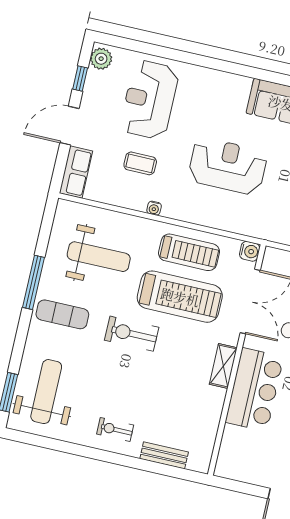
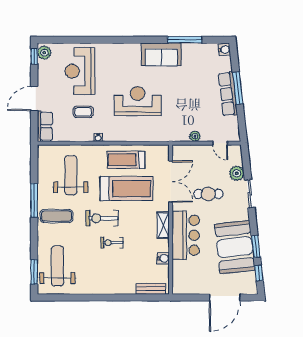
window: (80, 79) -> (34, 56), moved
water cooler: (250, 251) -> (163, 258), moved
treadmill: (189, 252) -> (126, 160), turned 180
weight bench: (99, 257) -> (71, 175), turned -90
exercise bike: (115, 430) -> (112, 243), moved
bench: (164, 455) -> (151, 289), moved

